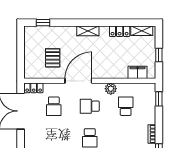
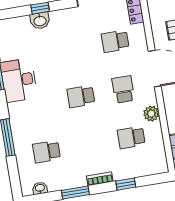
window: (159, 99) -> (126, 184), moved
school desk: (126, 106) -> (131, 137), turned 180

